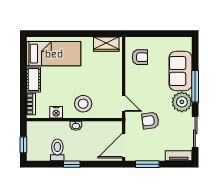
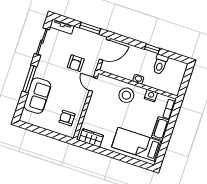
plant: (182, 102) -> (45, 70), removed
armchair: (150, 120) -> (76, 63), turned 98
window: (23, 145) -> (187, 78), removed

